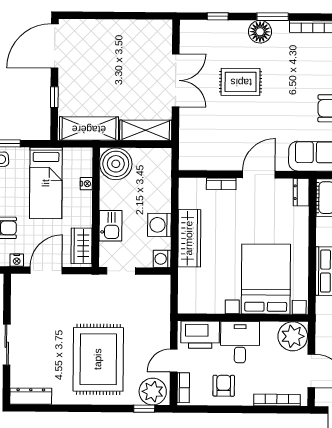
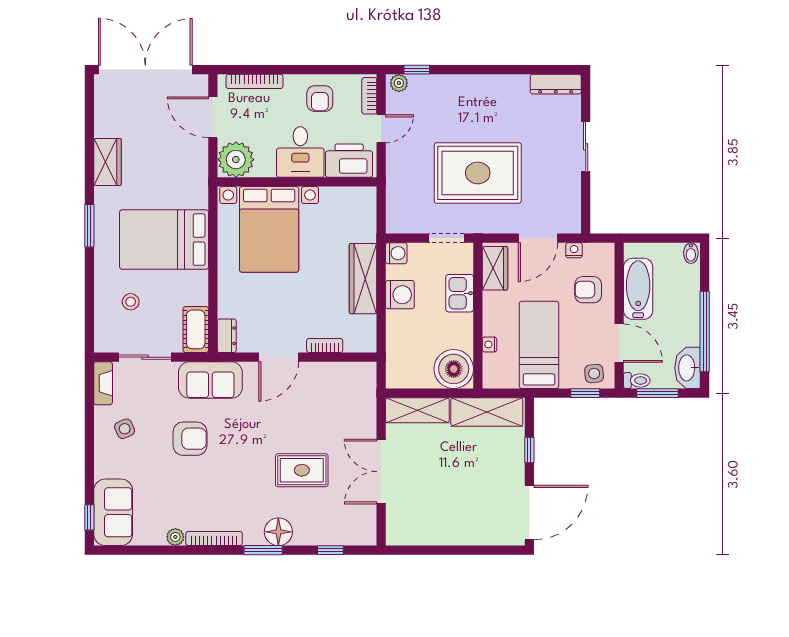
rug: (98, 359) -> (478, 173), moved, turned 90
plant: (153, 392) -> (399, 83), width x0.53, depth x0.53

